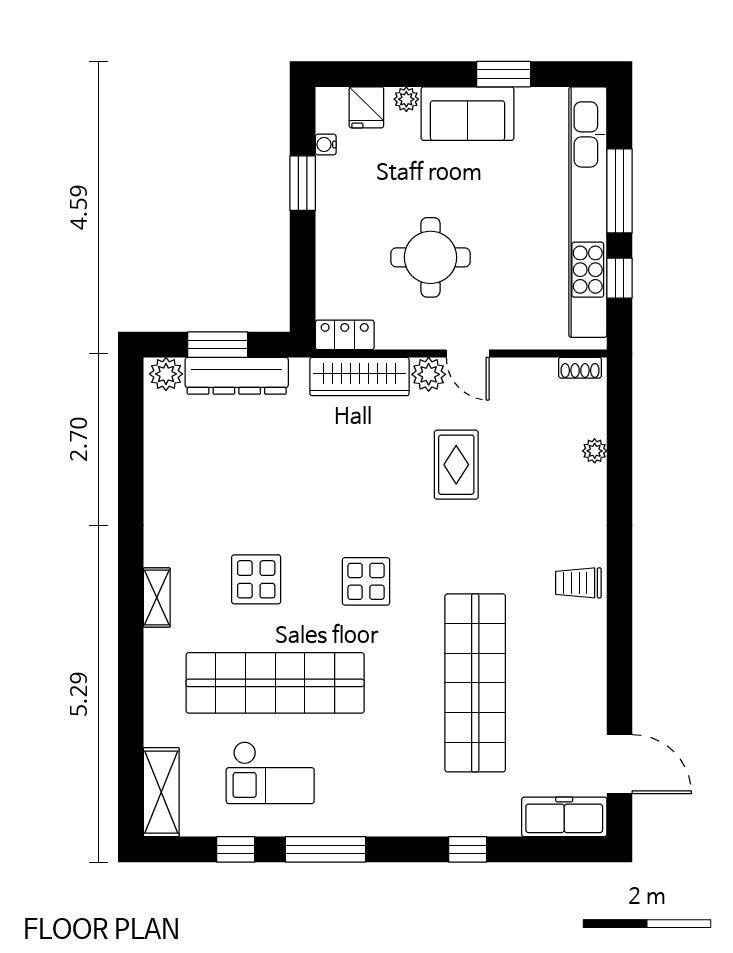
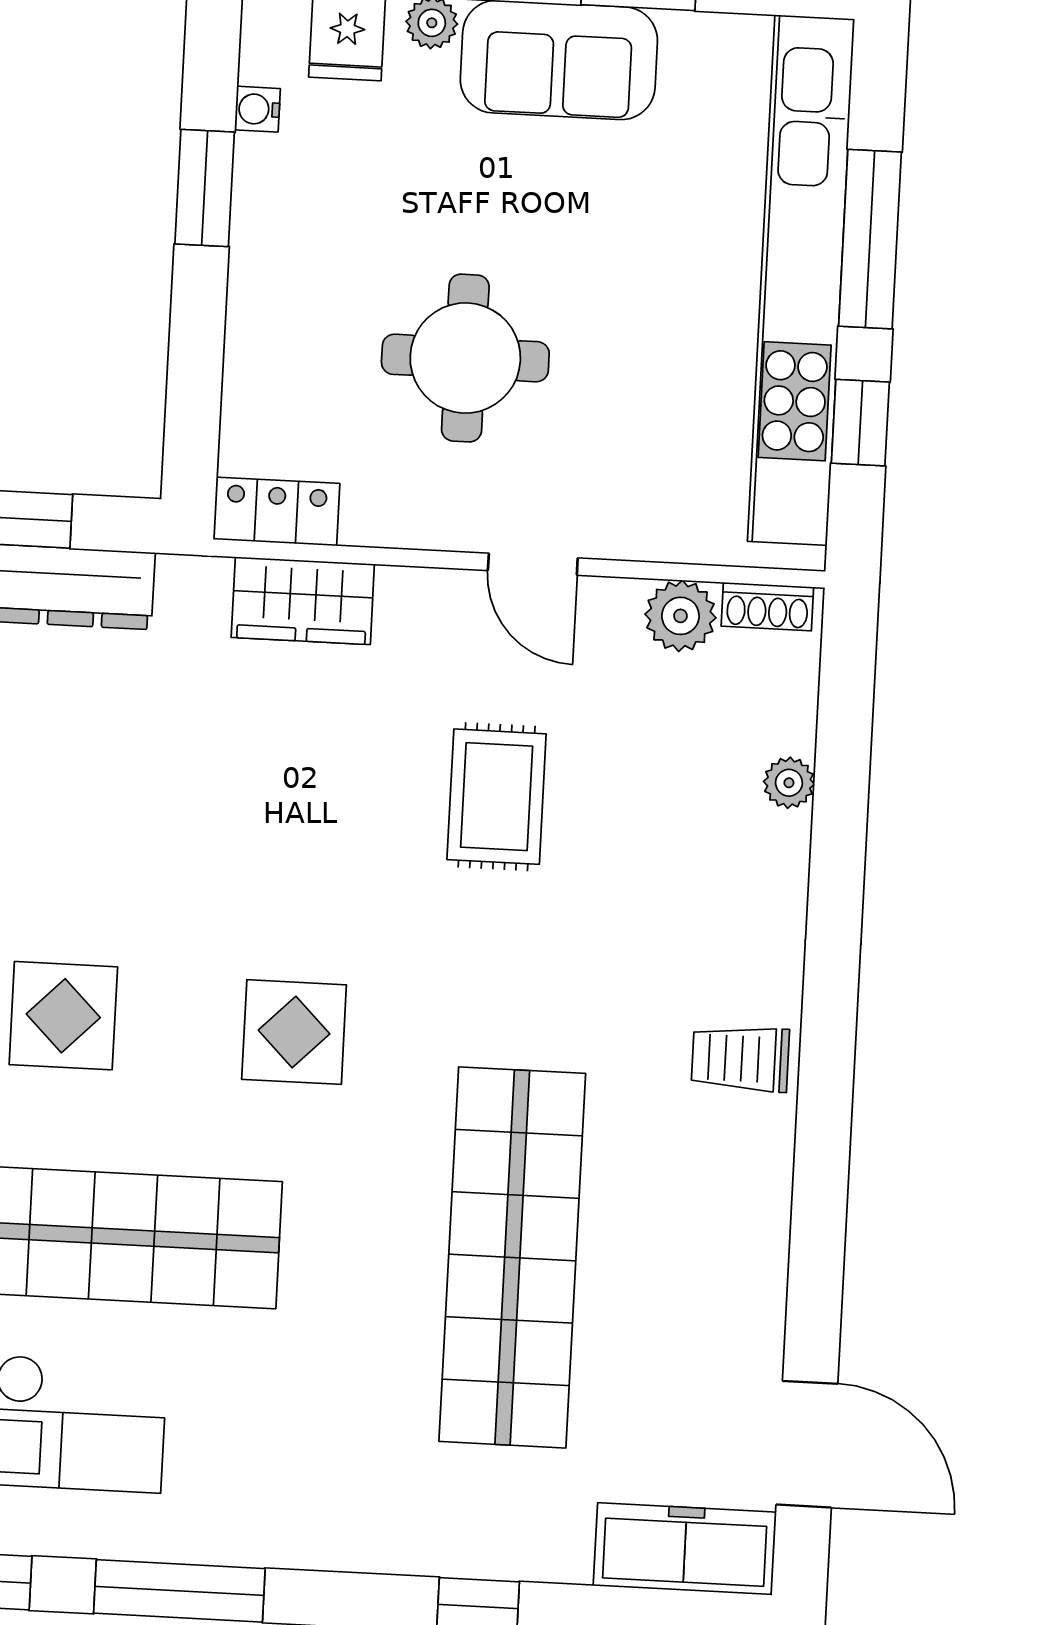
plant: (429, 374) -> (680, 616), moved
wardrobe: (359, 377) -> (303, 601), width x0.67

